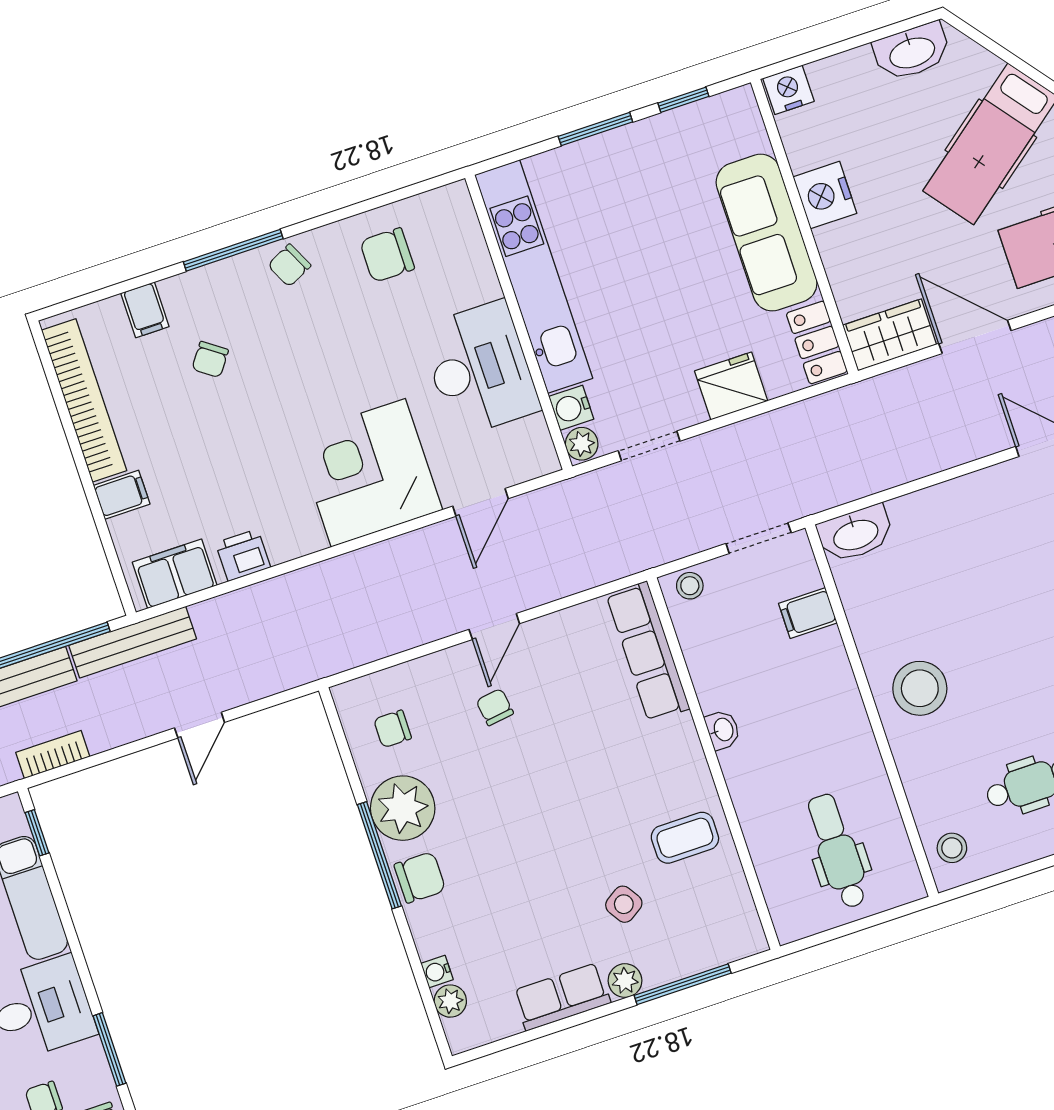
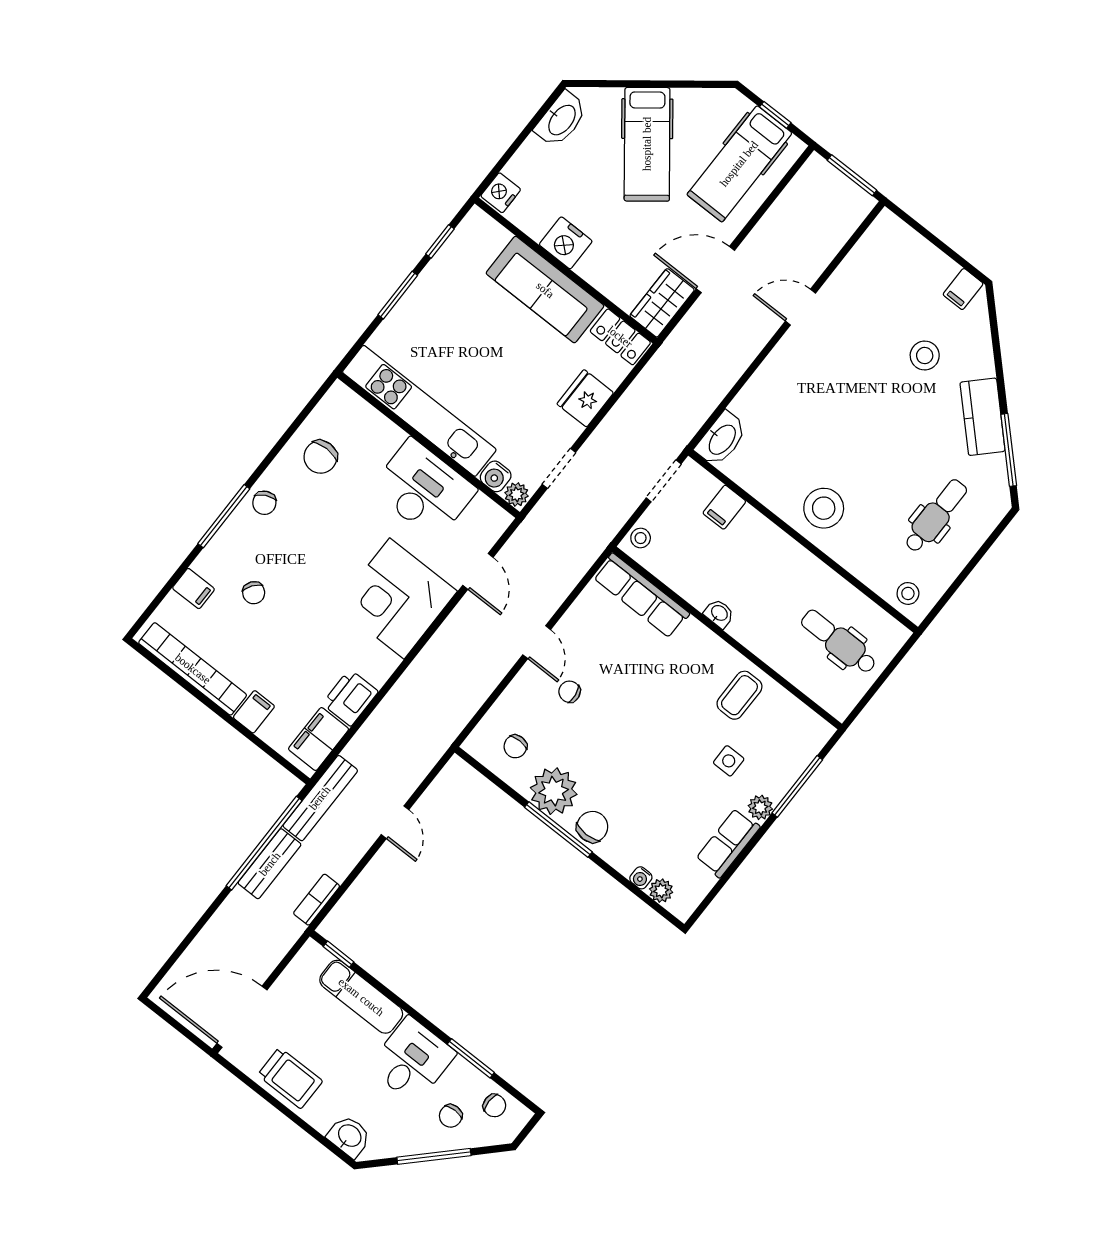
printer: (243, 555) -> (350, 698), width x1.36, depth x1.24
side table: (624, 904) -> (729, 761), turned 33

